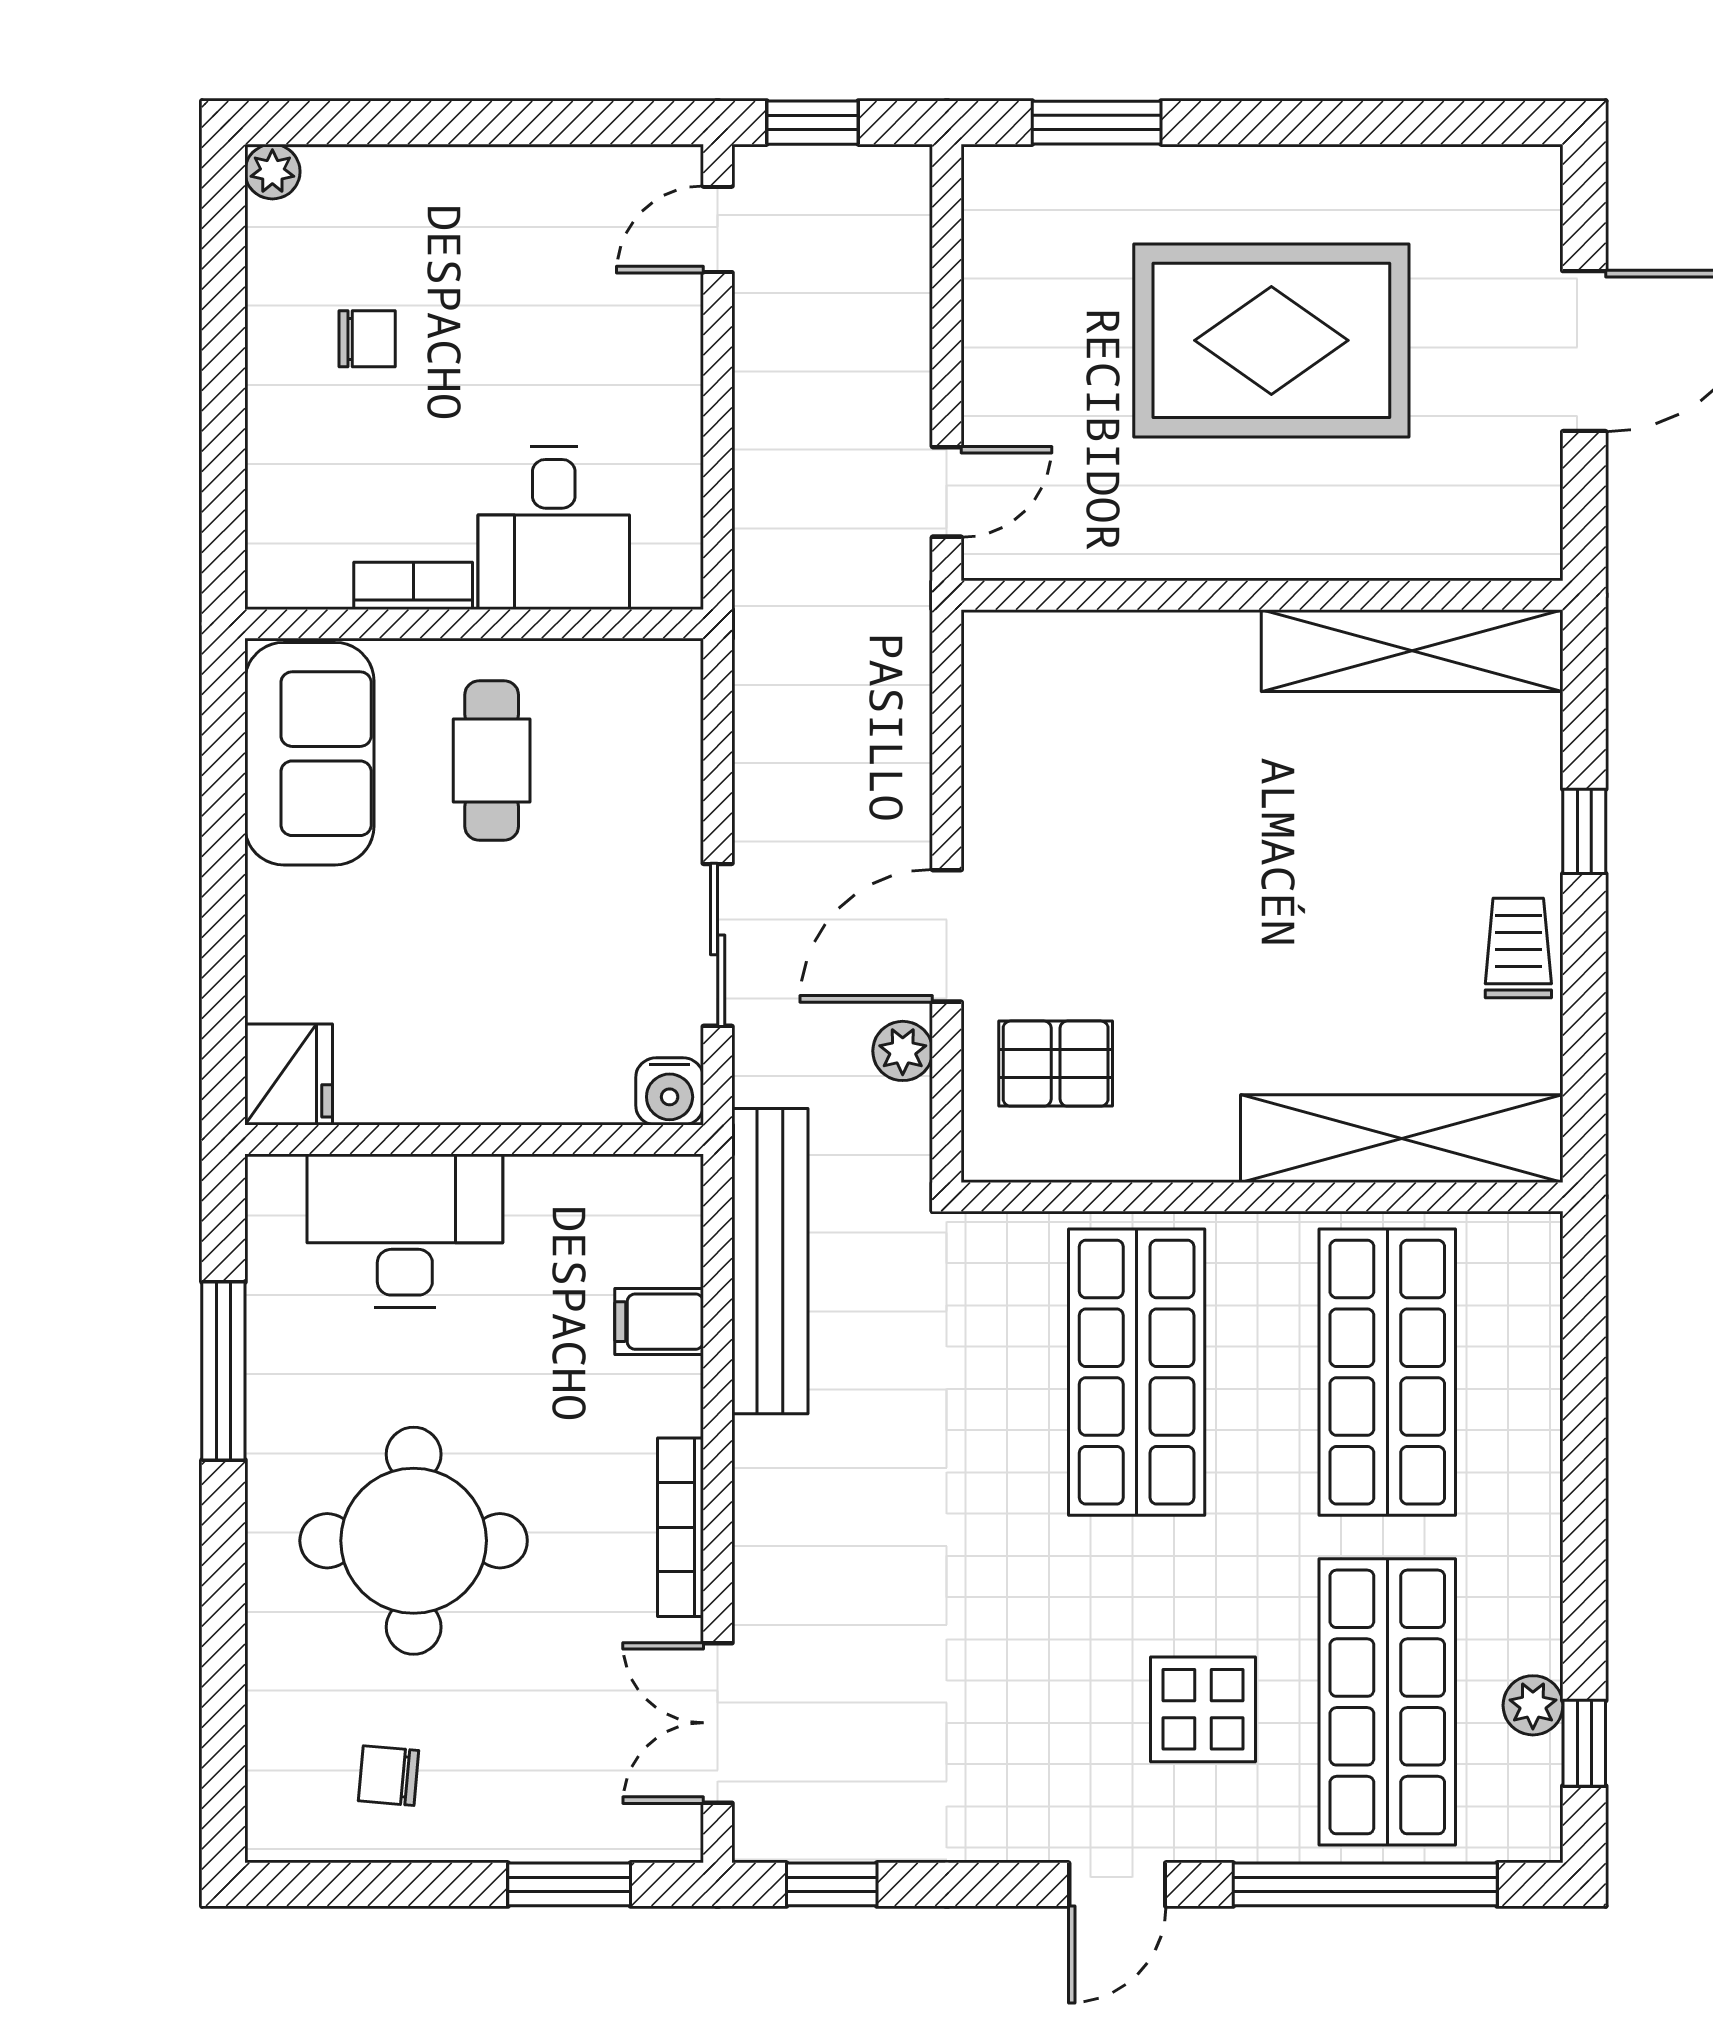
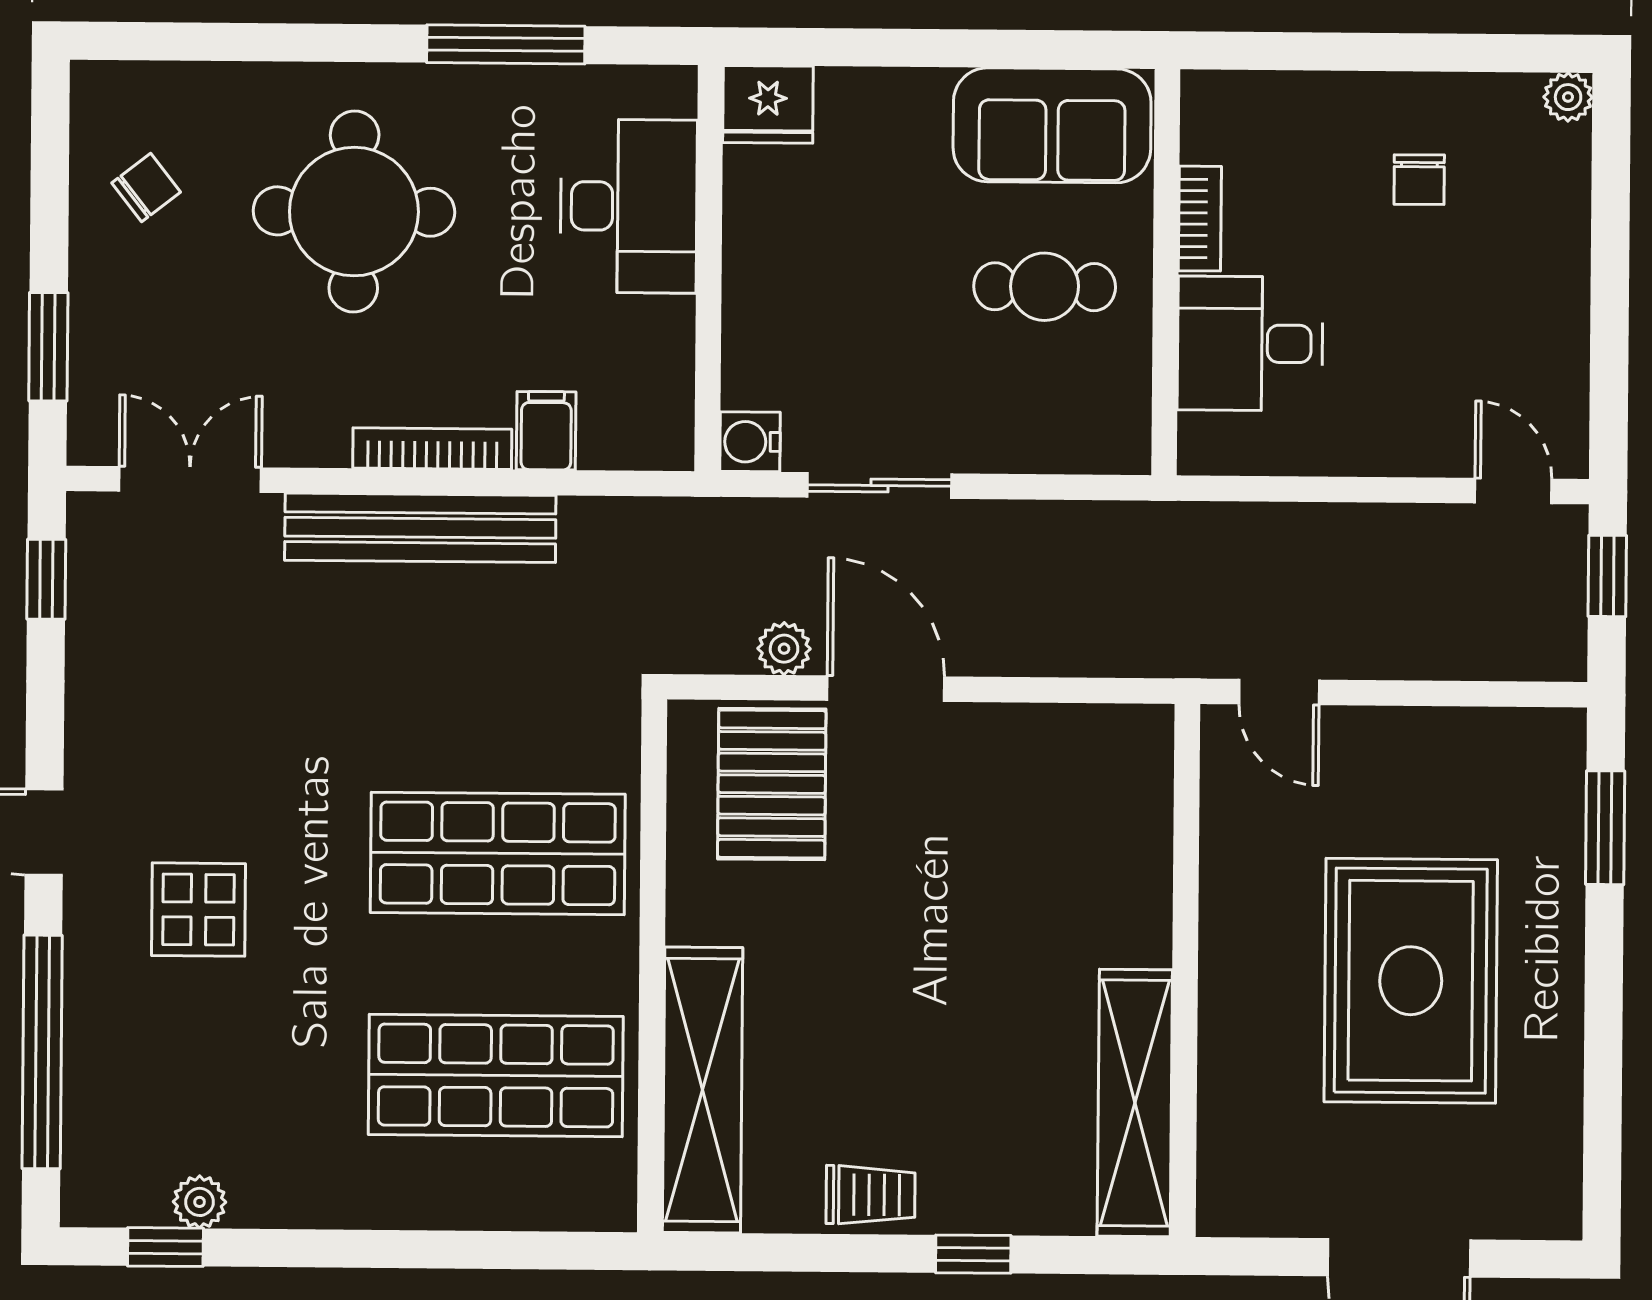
pallet: (1056, 1064) -> (772, 784), width x1.50, depth x1.42
bench: (770, 1261) -> (420, 528), moved
bookcase: (680, 1527) -> (432, 449), moved
shop shelf: (1387, 1702) -> (204, 1073), removed
chair: (389, 1776) -> (146, 188), turned 47

